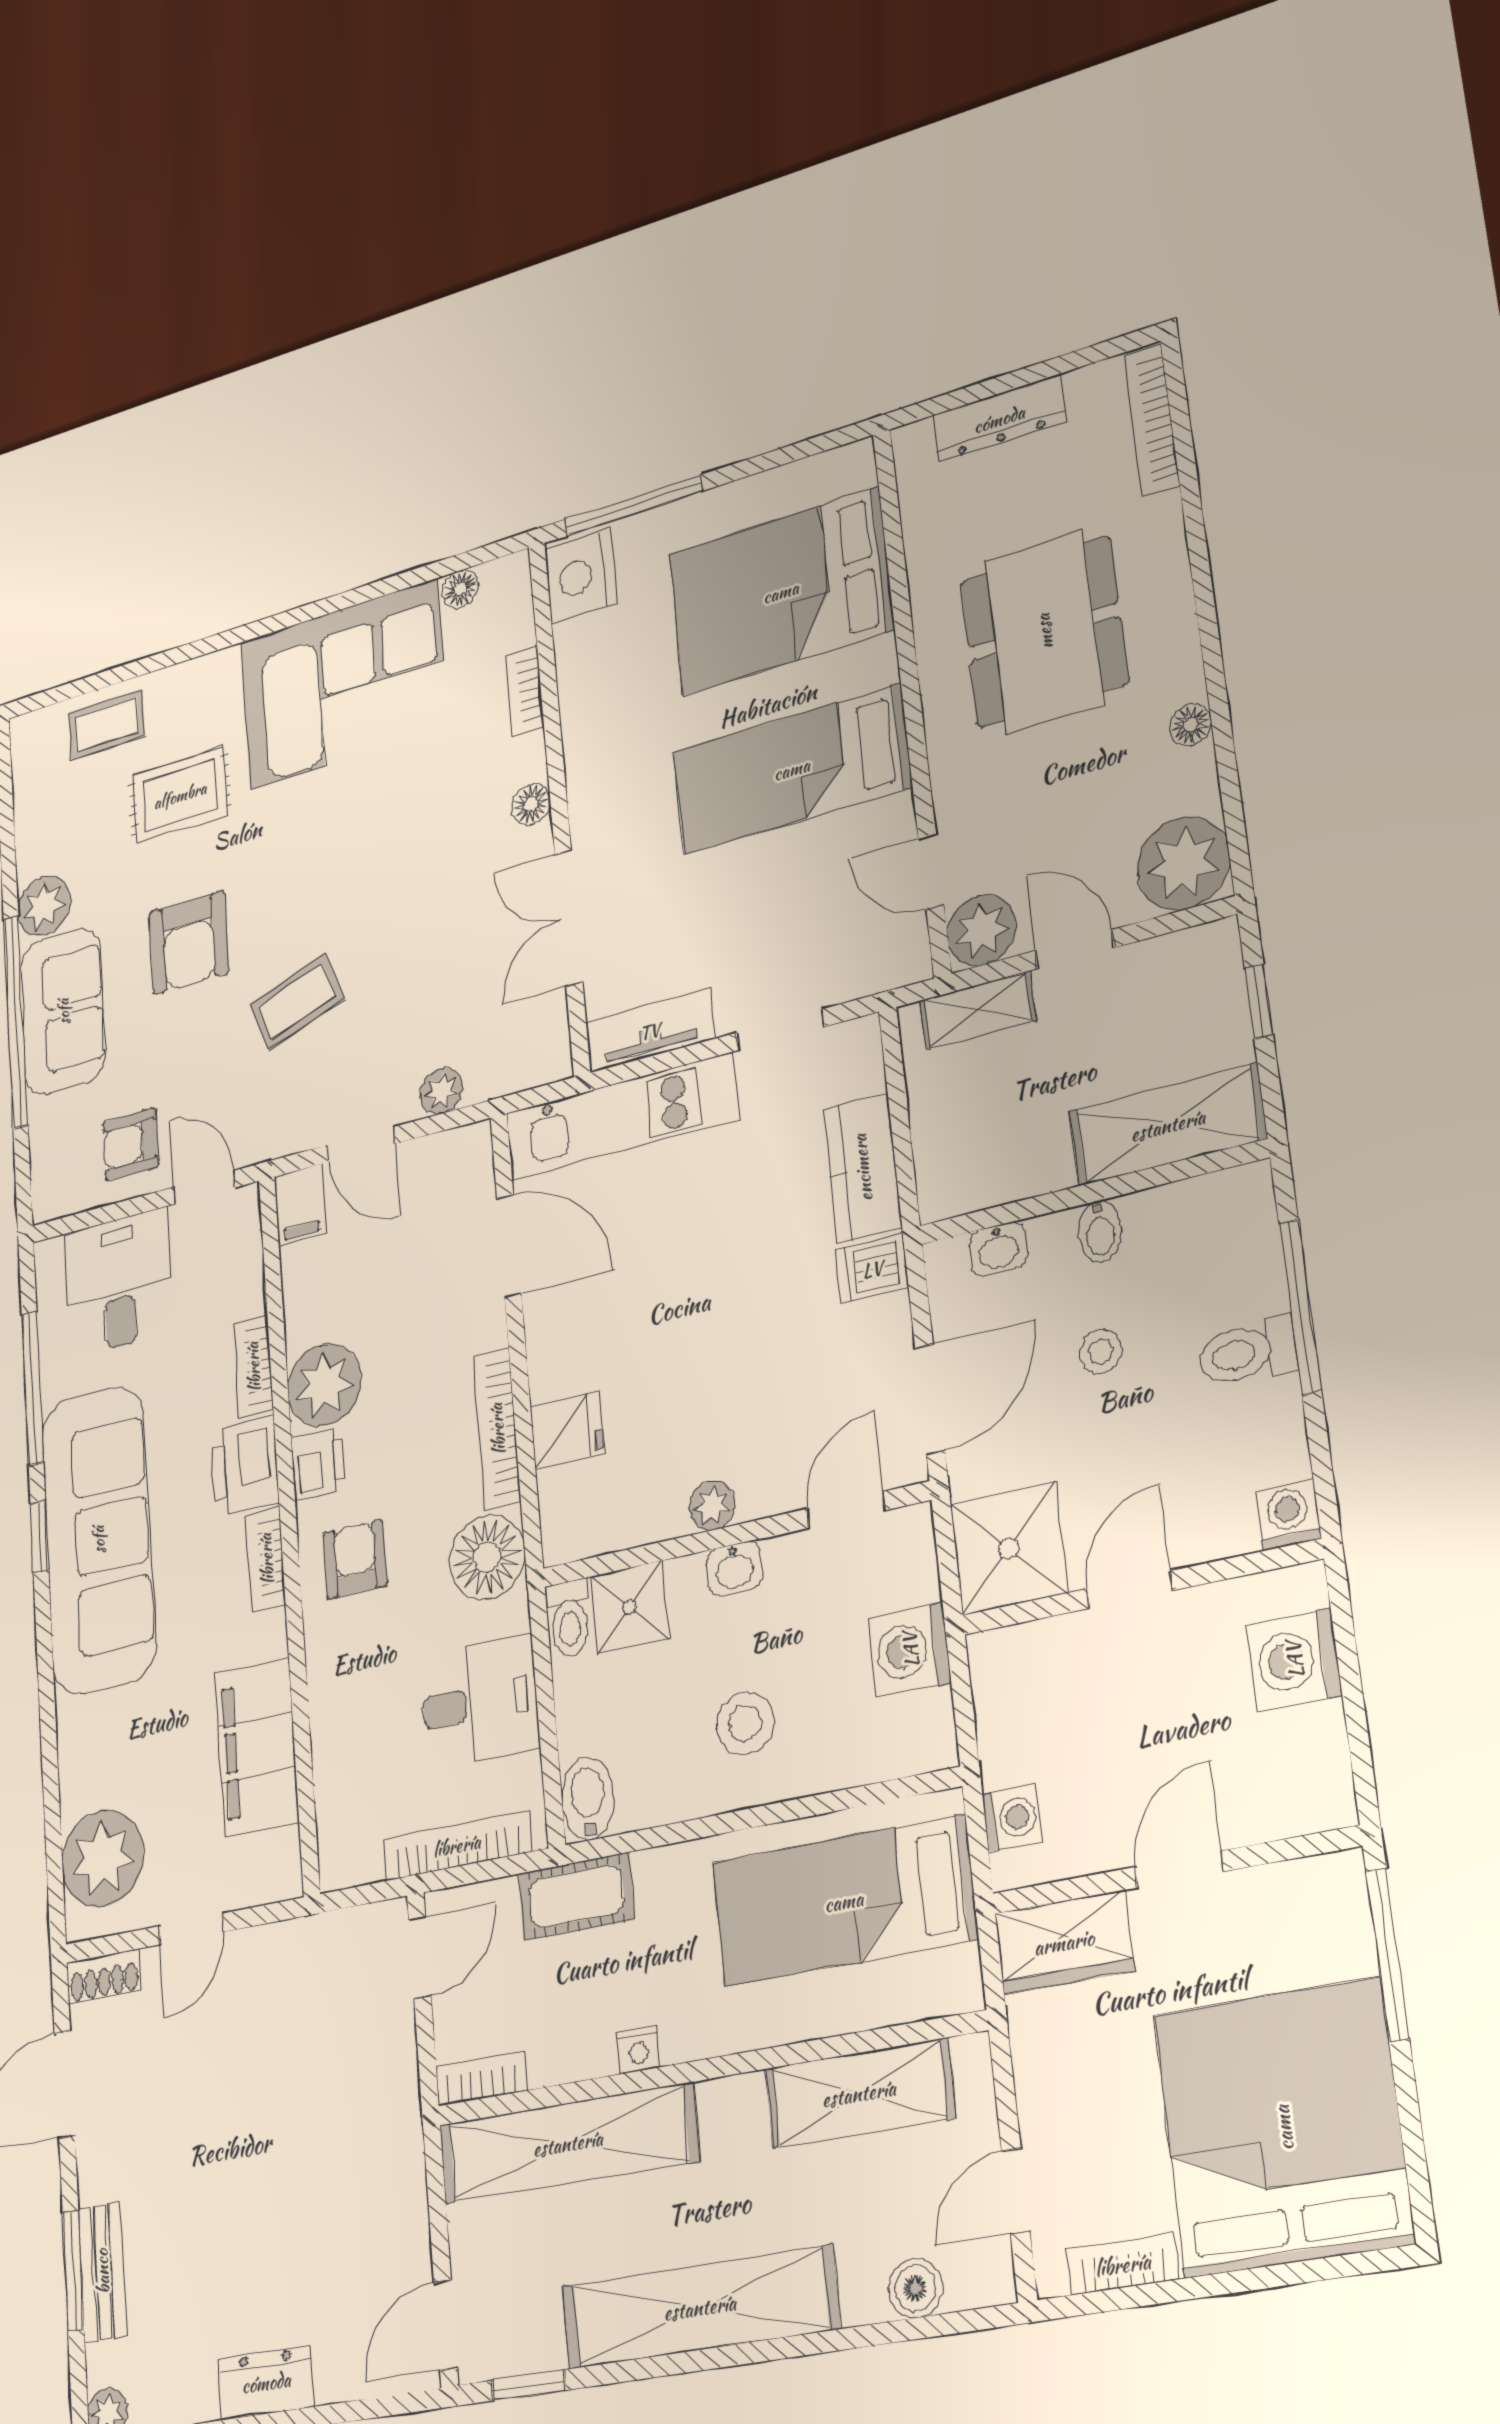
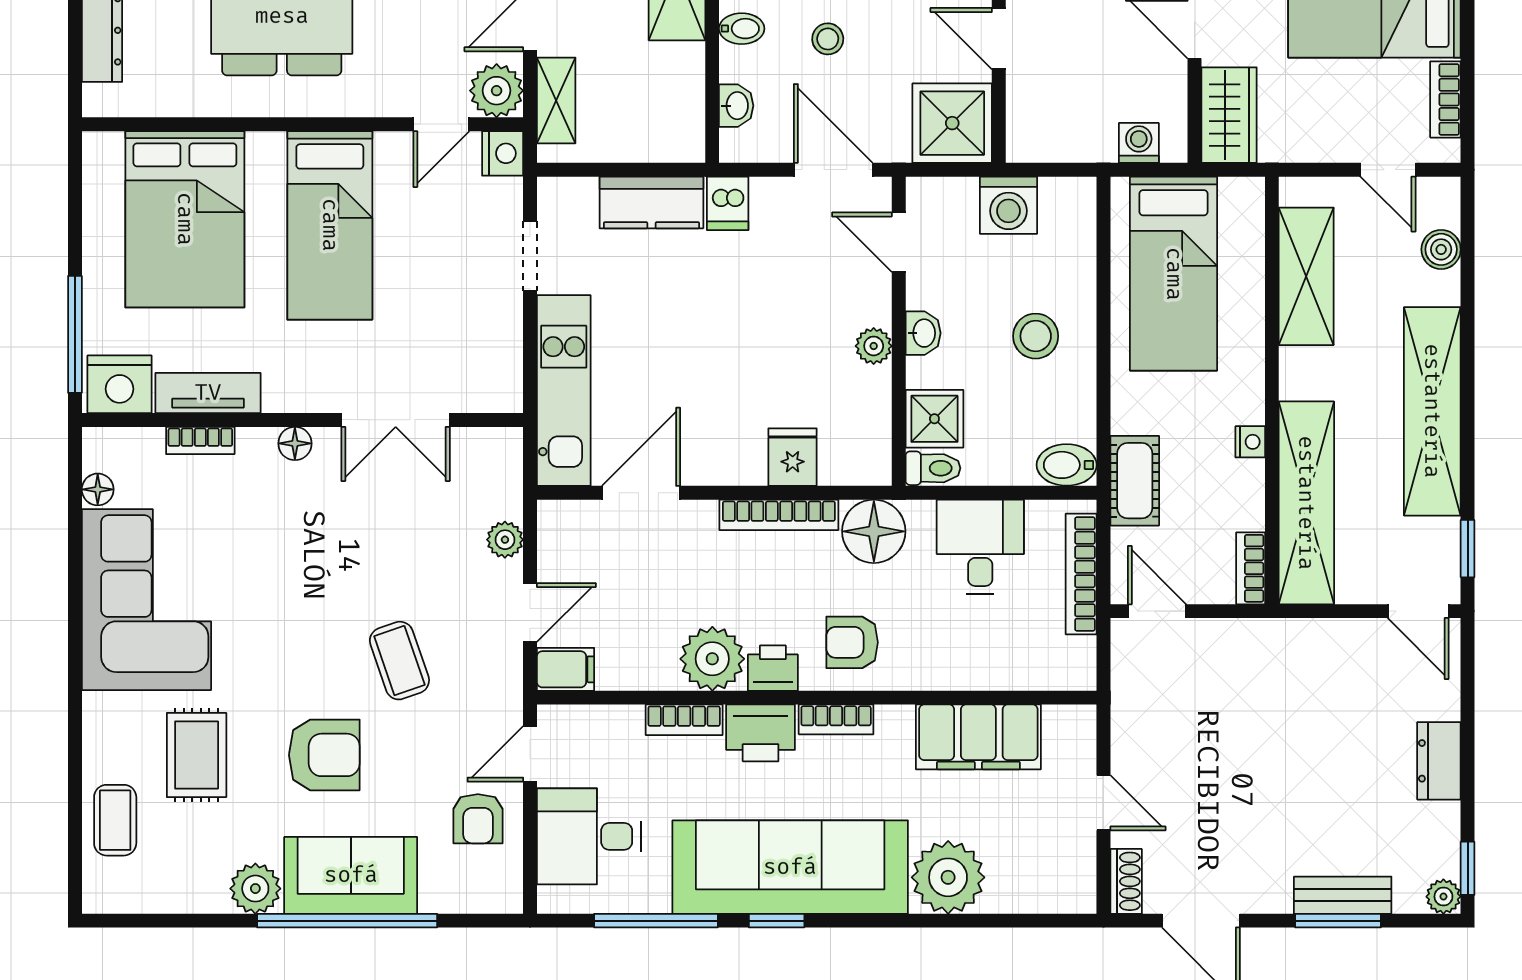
nightstand: (903, 960) -> (503, 153), added
tv unit: (650, 1031) -> (208, 393), moved, turned 90
plant: (103, 1859) -> (948, 877), moved

